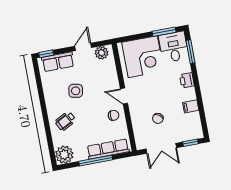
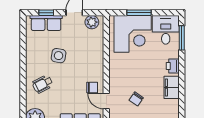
window: (164, 32) -> (139, 13), moved
window: (46, 54) -> (46, 13), moved
door: (124, 96) -> (106, 101), moved
filing cabinet: (191, 106) -> (172, 87), width x2.00

